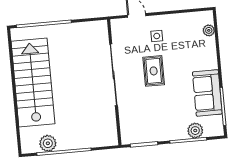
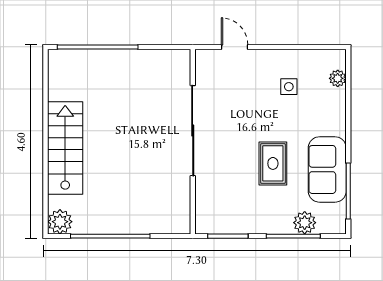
side table: (157, 36) -> (289, 87), moved
rug: (154, 71) -> (273, 163), moved
stairs: (33, 83) -> (65, 148), width x0.73, depth x0.66
plant: (48, 143) -> (60, 222), moved

